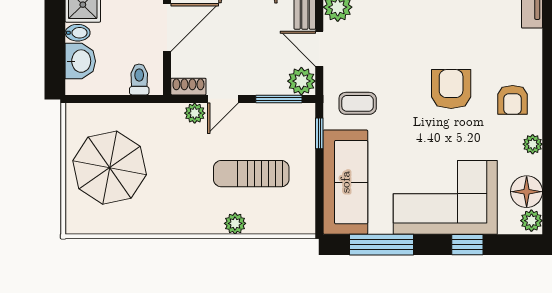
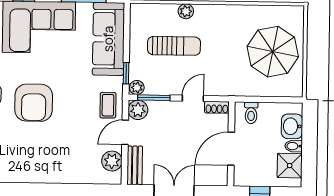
door: (319, 49) -> (125, 132), swing flipped
armchair: (451, 89) -> (34, 103), width x1.36, depth x1.36
coffee table: (358, 103) -> (108, 105), moved, turned 90
plant: (195, 113) -> (137, 88), moved

